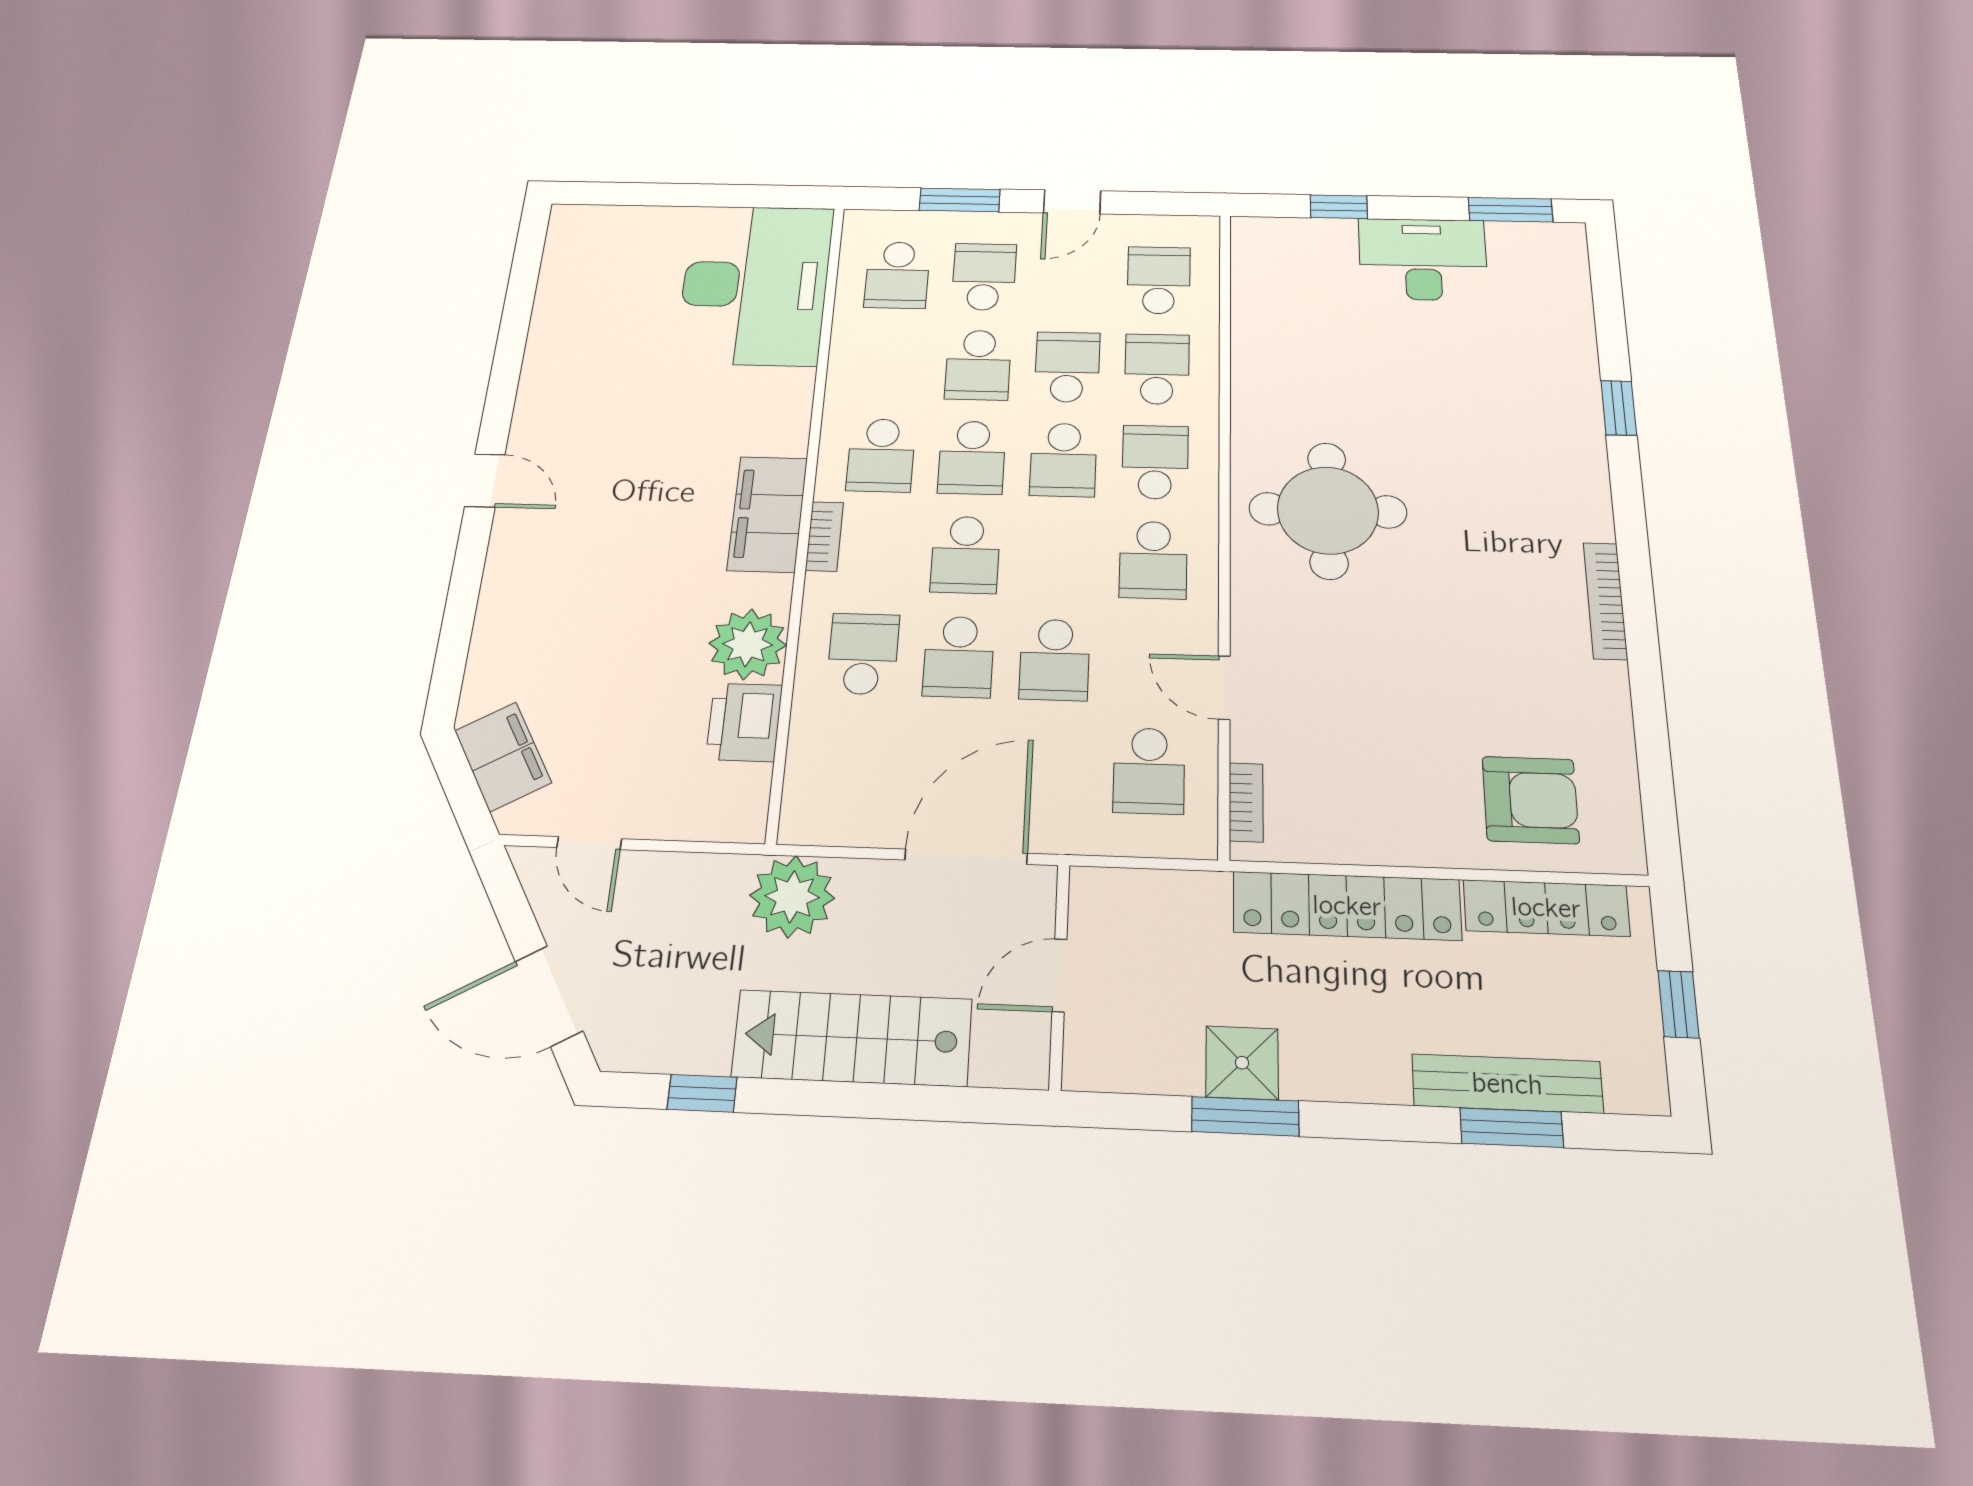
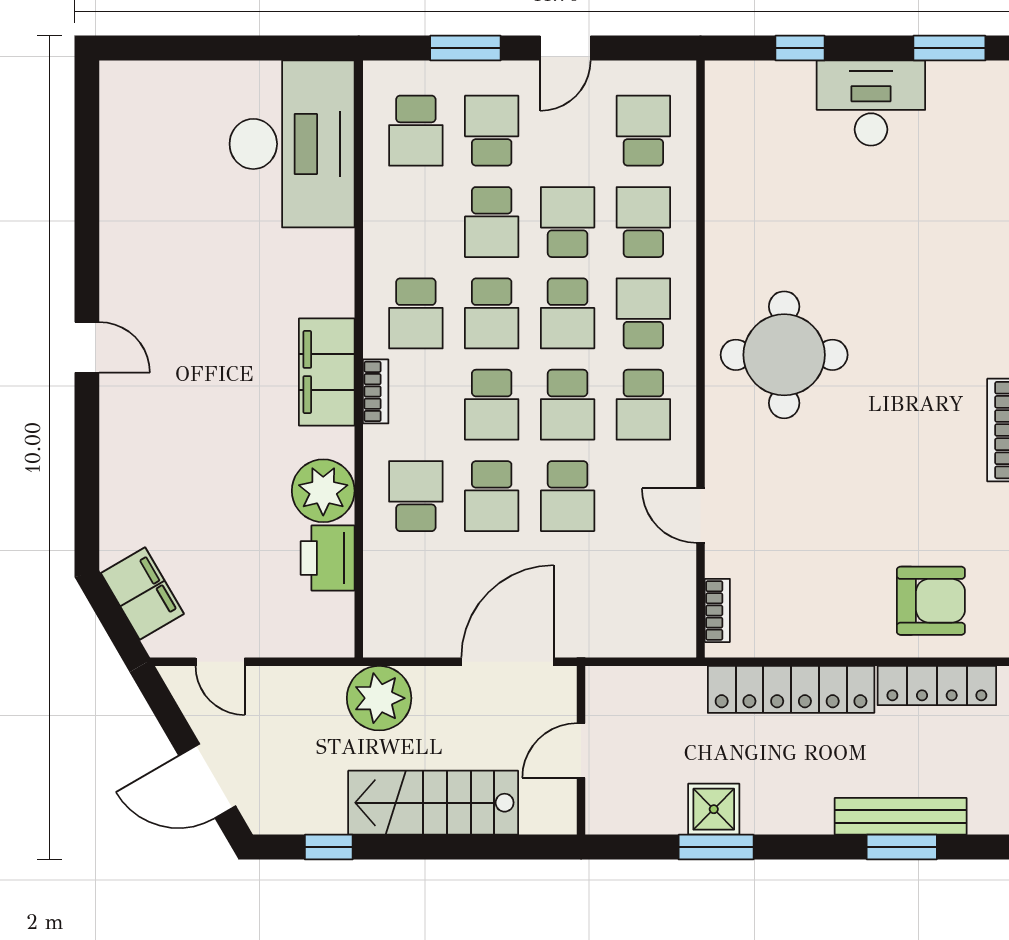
school desk: (1149, 771) -> (568, 405), moved

